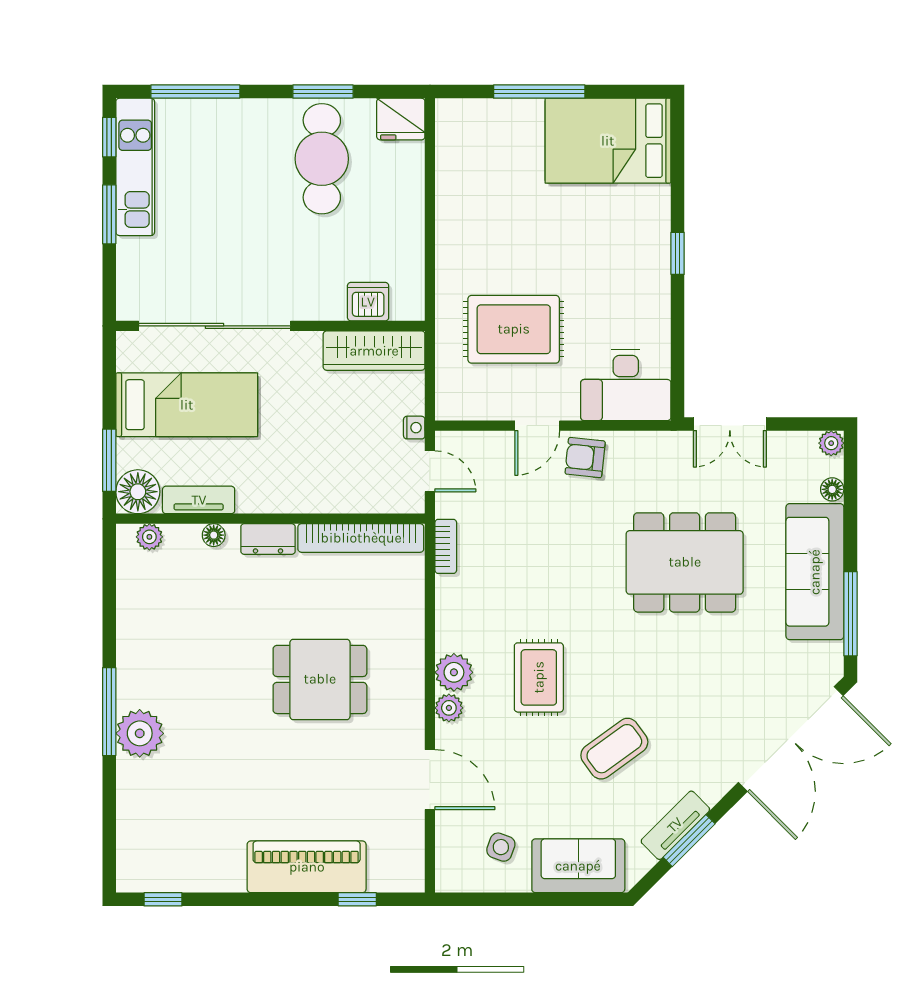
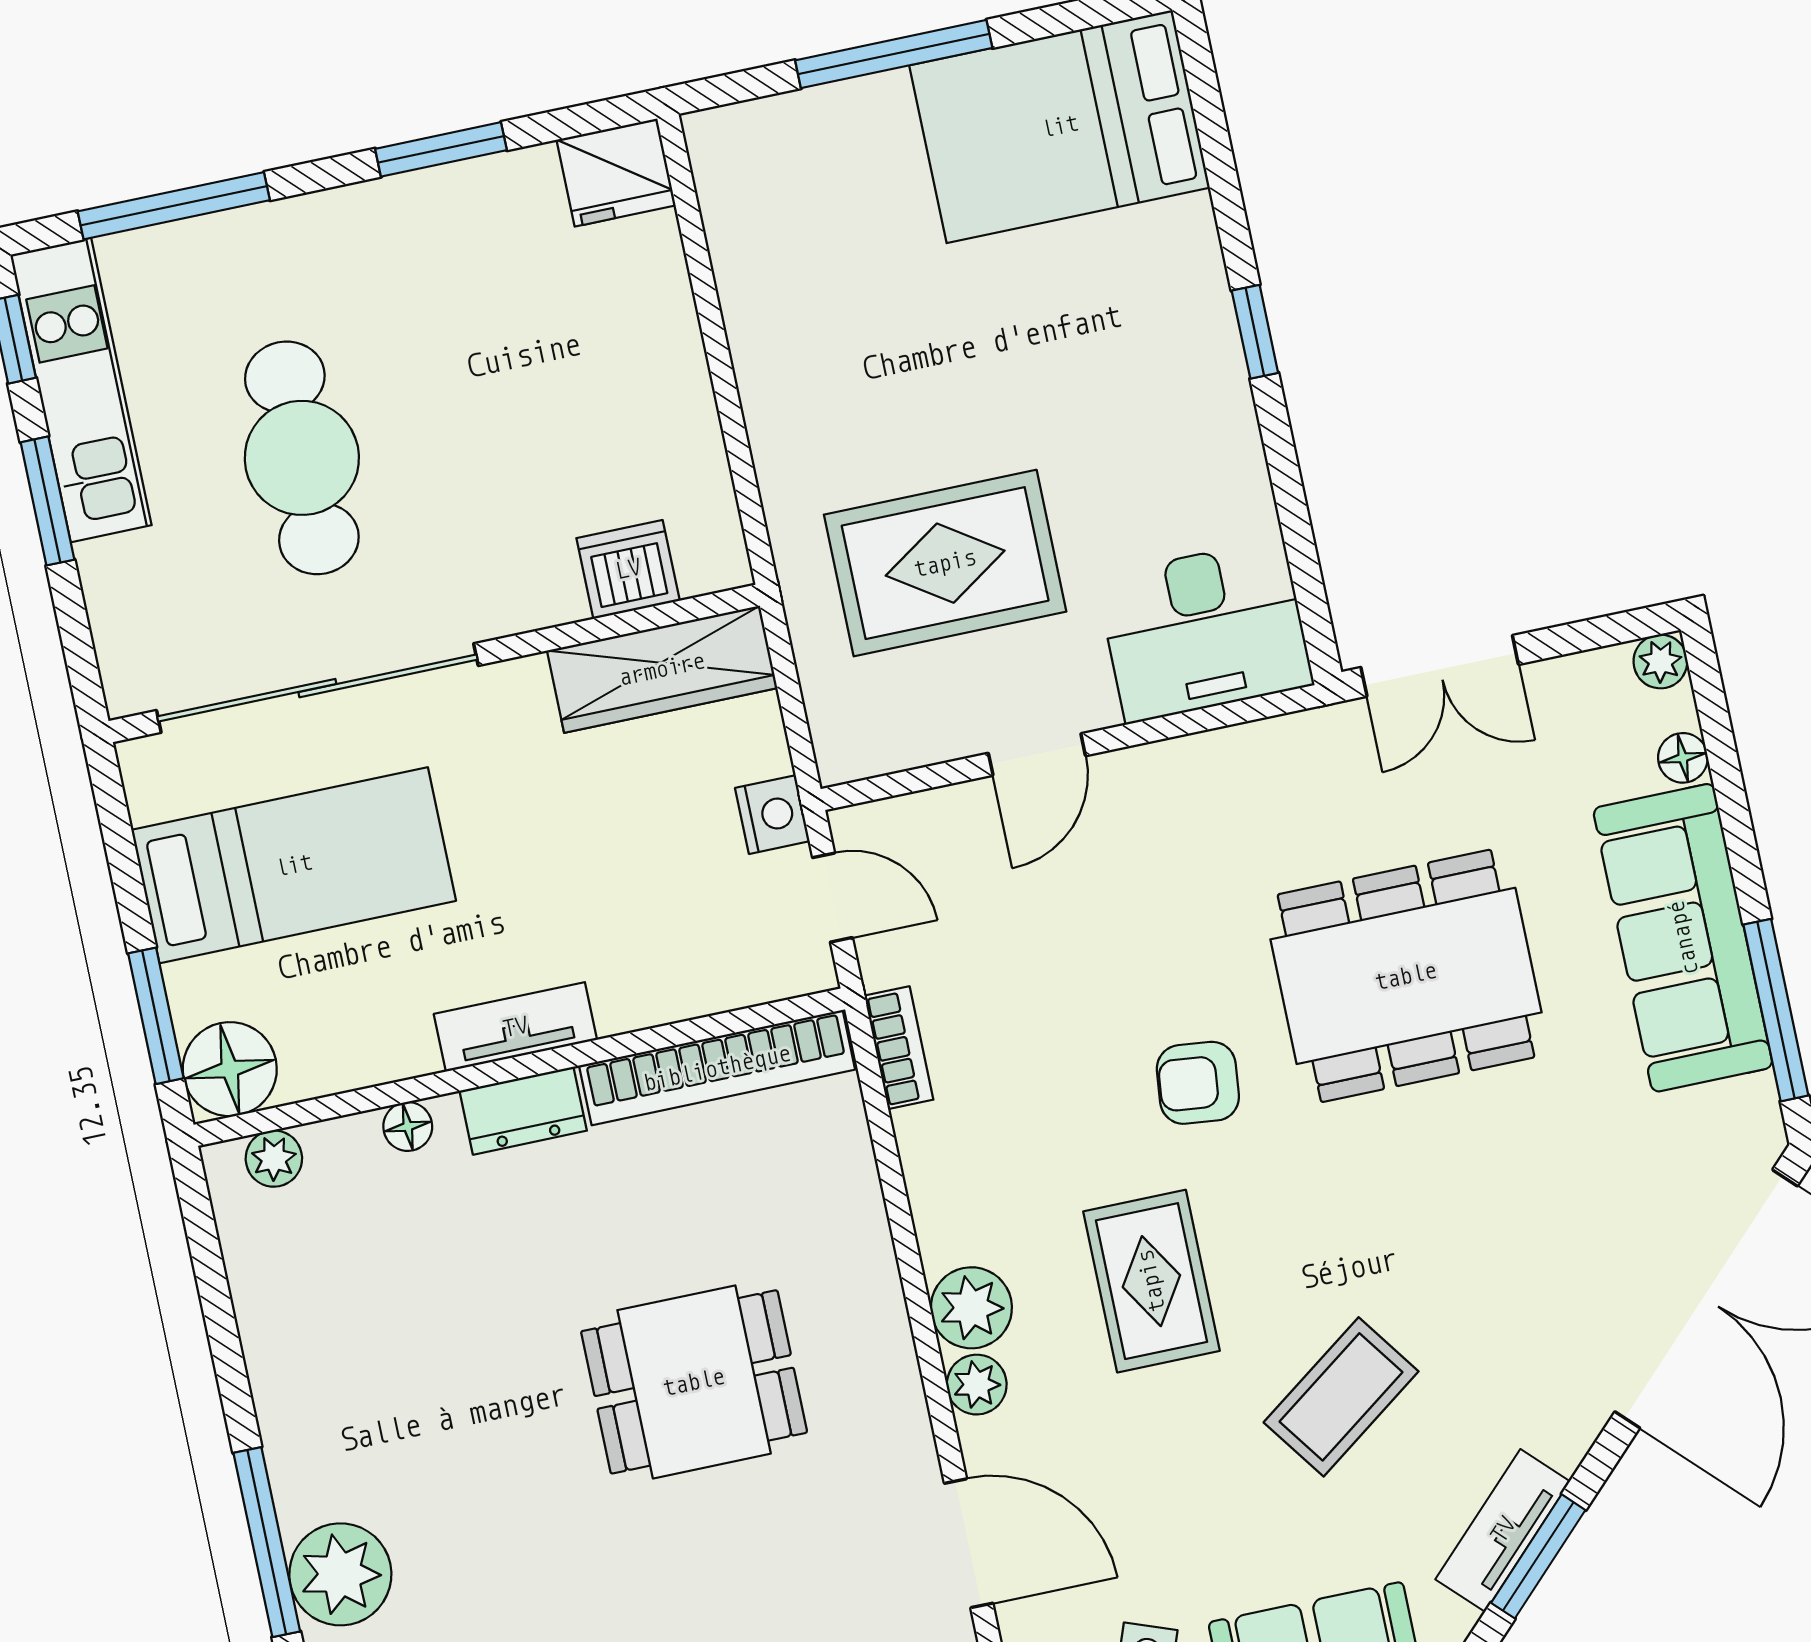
cafe table: (322, 159) -> (302, 458), moved
nightstand: (414, 428) -> (772, 815), width x1.39, depth x1.35
armchair: (585, 458) -> (1198, 1083), moved
tv unit: (199, 500) -> (515, 1027), moved

